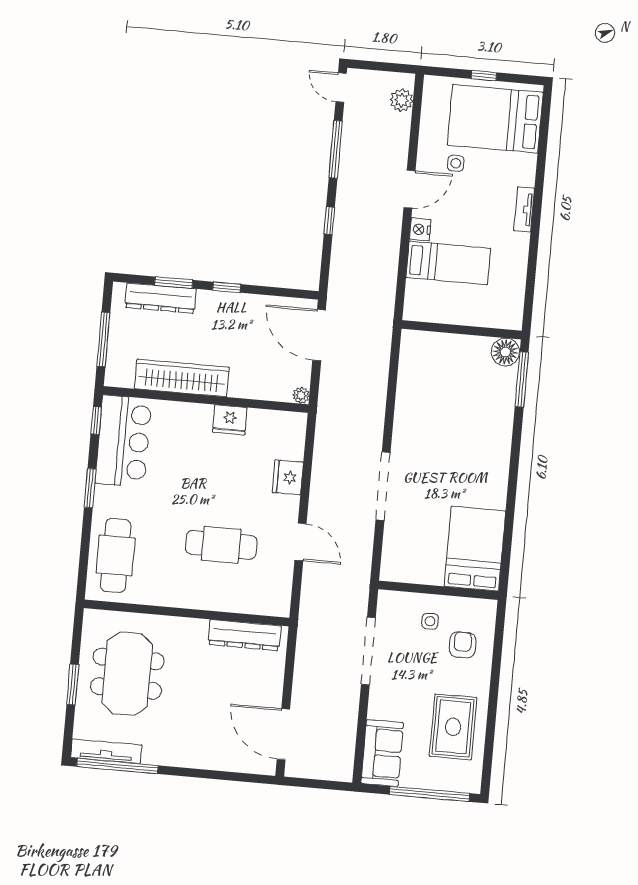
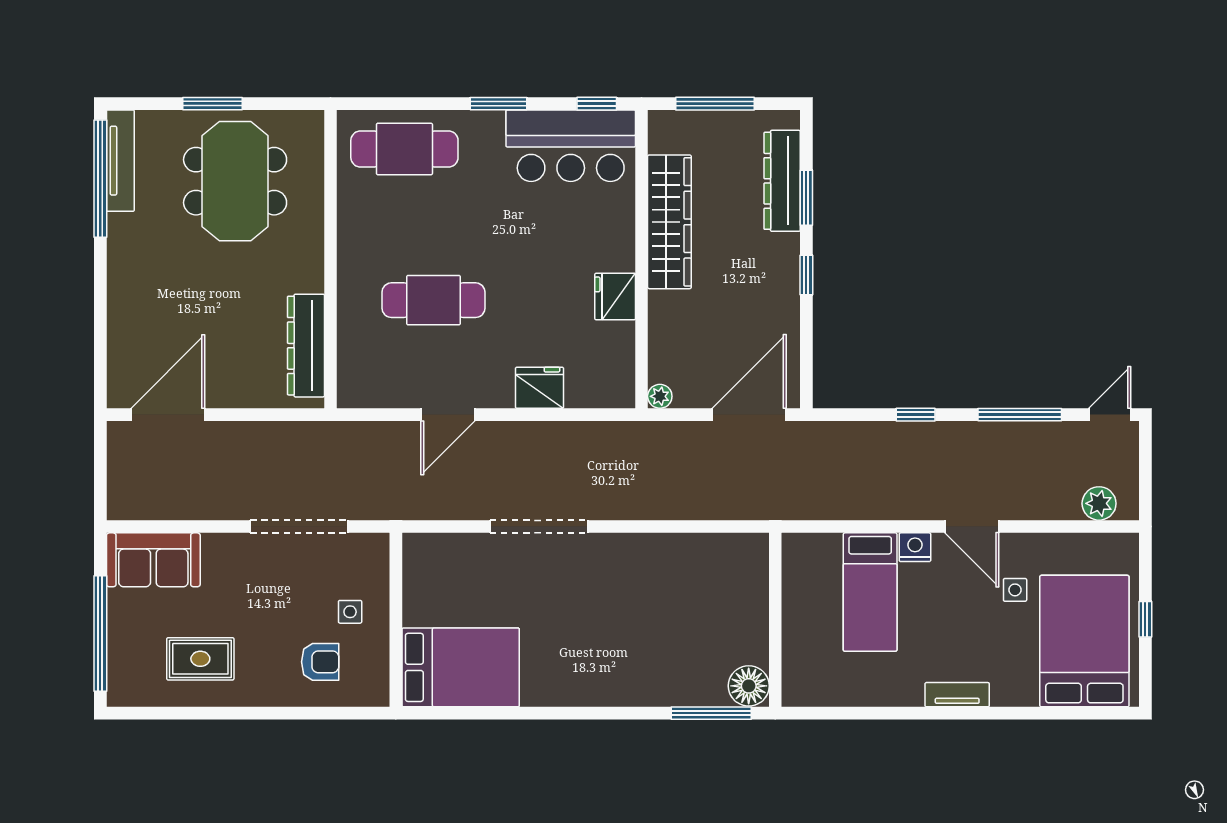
cafe table: (221, 545) -> (433, 300), turned 90
meeting table: (127, 674) -> (235, 181), turned 90
rug: (453, 727) -> (200, 659), width x0.73, depth x0.70

